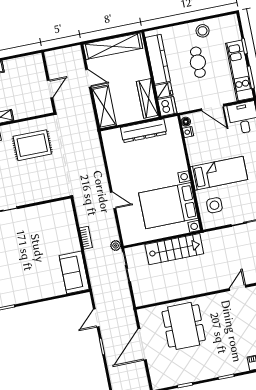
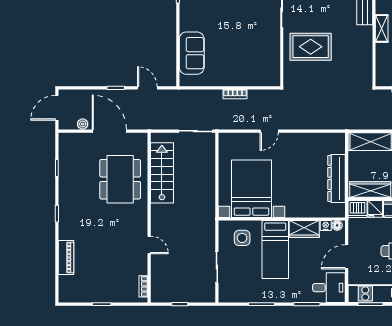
rug: (32, 145) -> (311, 47), moved, turned 90
wardrobe: (195, 151) -> (304, 229), added
plant: (116, 246) -> (83, 124), moved
stairs: (174, 249) -> (162, 173), moved, turned 180
sofa: (74, 272) -> (192, 53), moved, turned 90
dining table: (184, 326) -> (120, 179), turned 90

